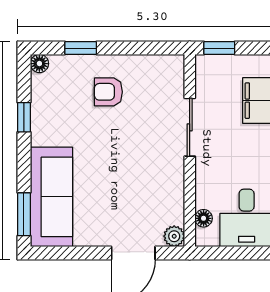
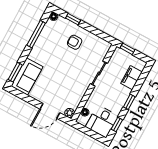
window: (24, 117) -> (36, 34), width x2.17
sofa: (51, 197) -> (27, 76), width x0.73

